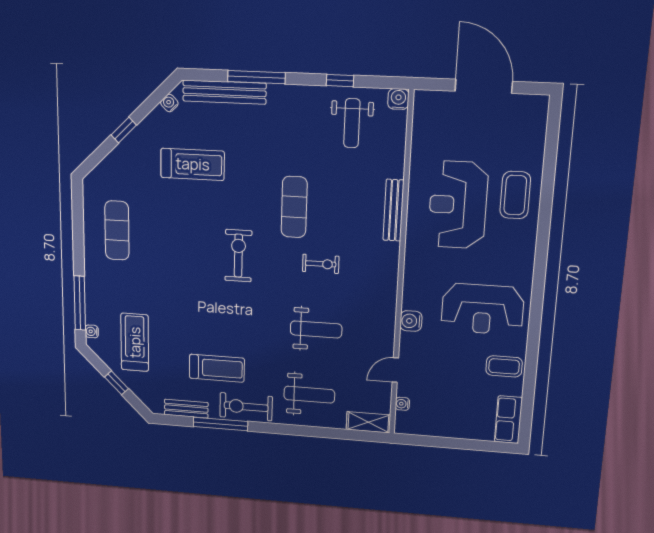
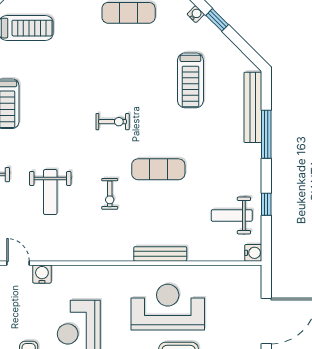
water cooler: (169, 103) -> (196, 14), moved
exercise bike: (238, 256) -> (113, 122), width x0.73, depth x0.72
water cooler: (411, 321) -> (42, 274), moved

